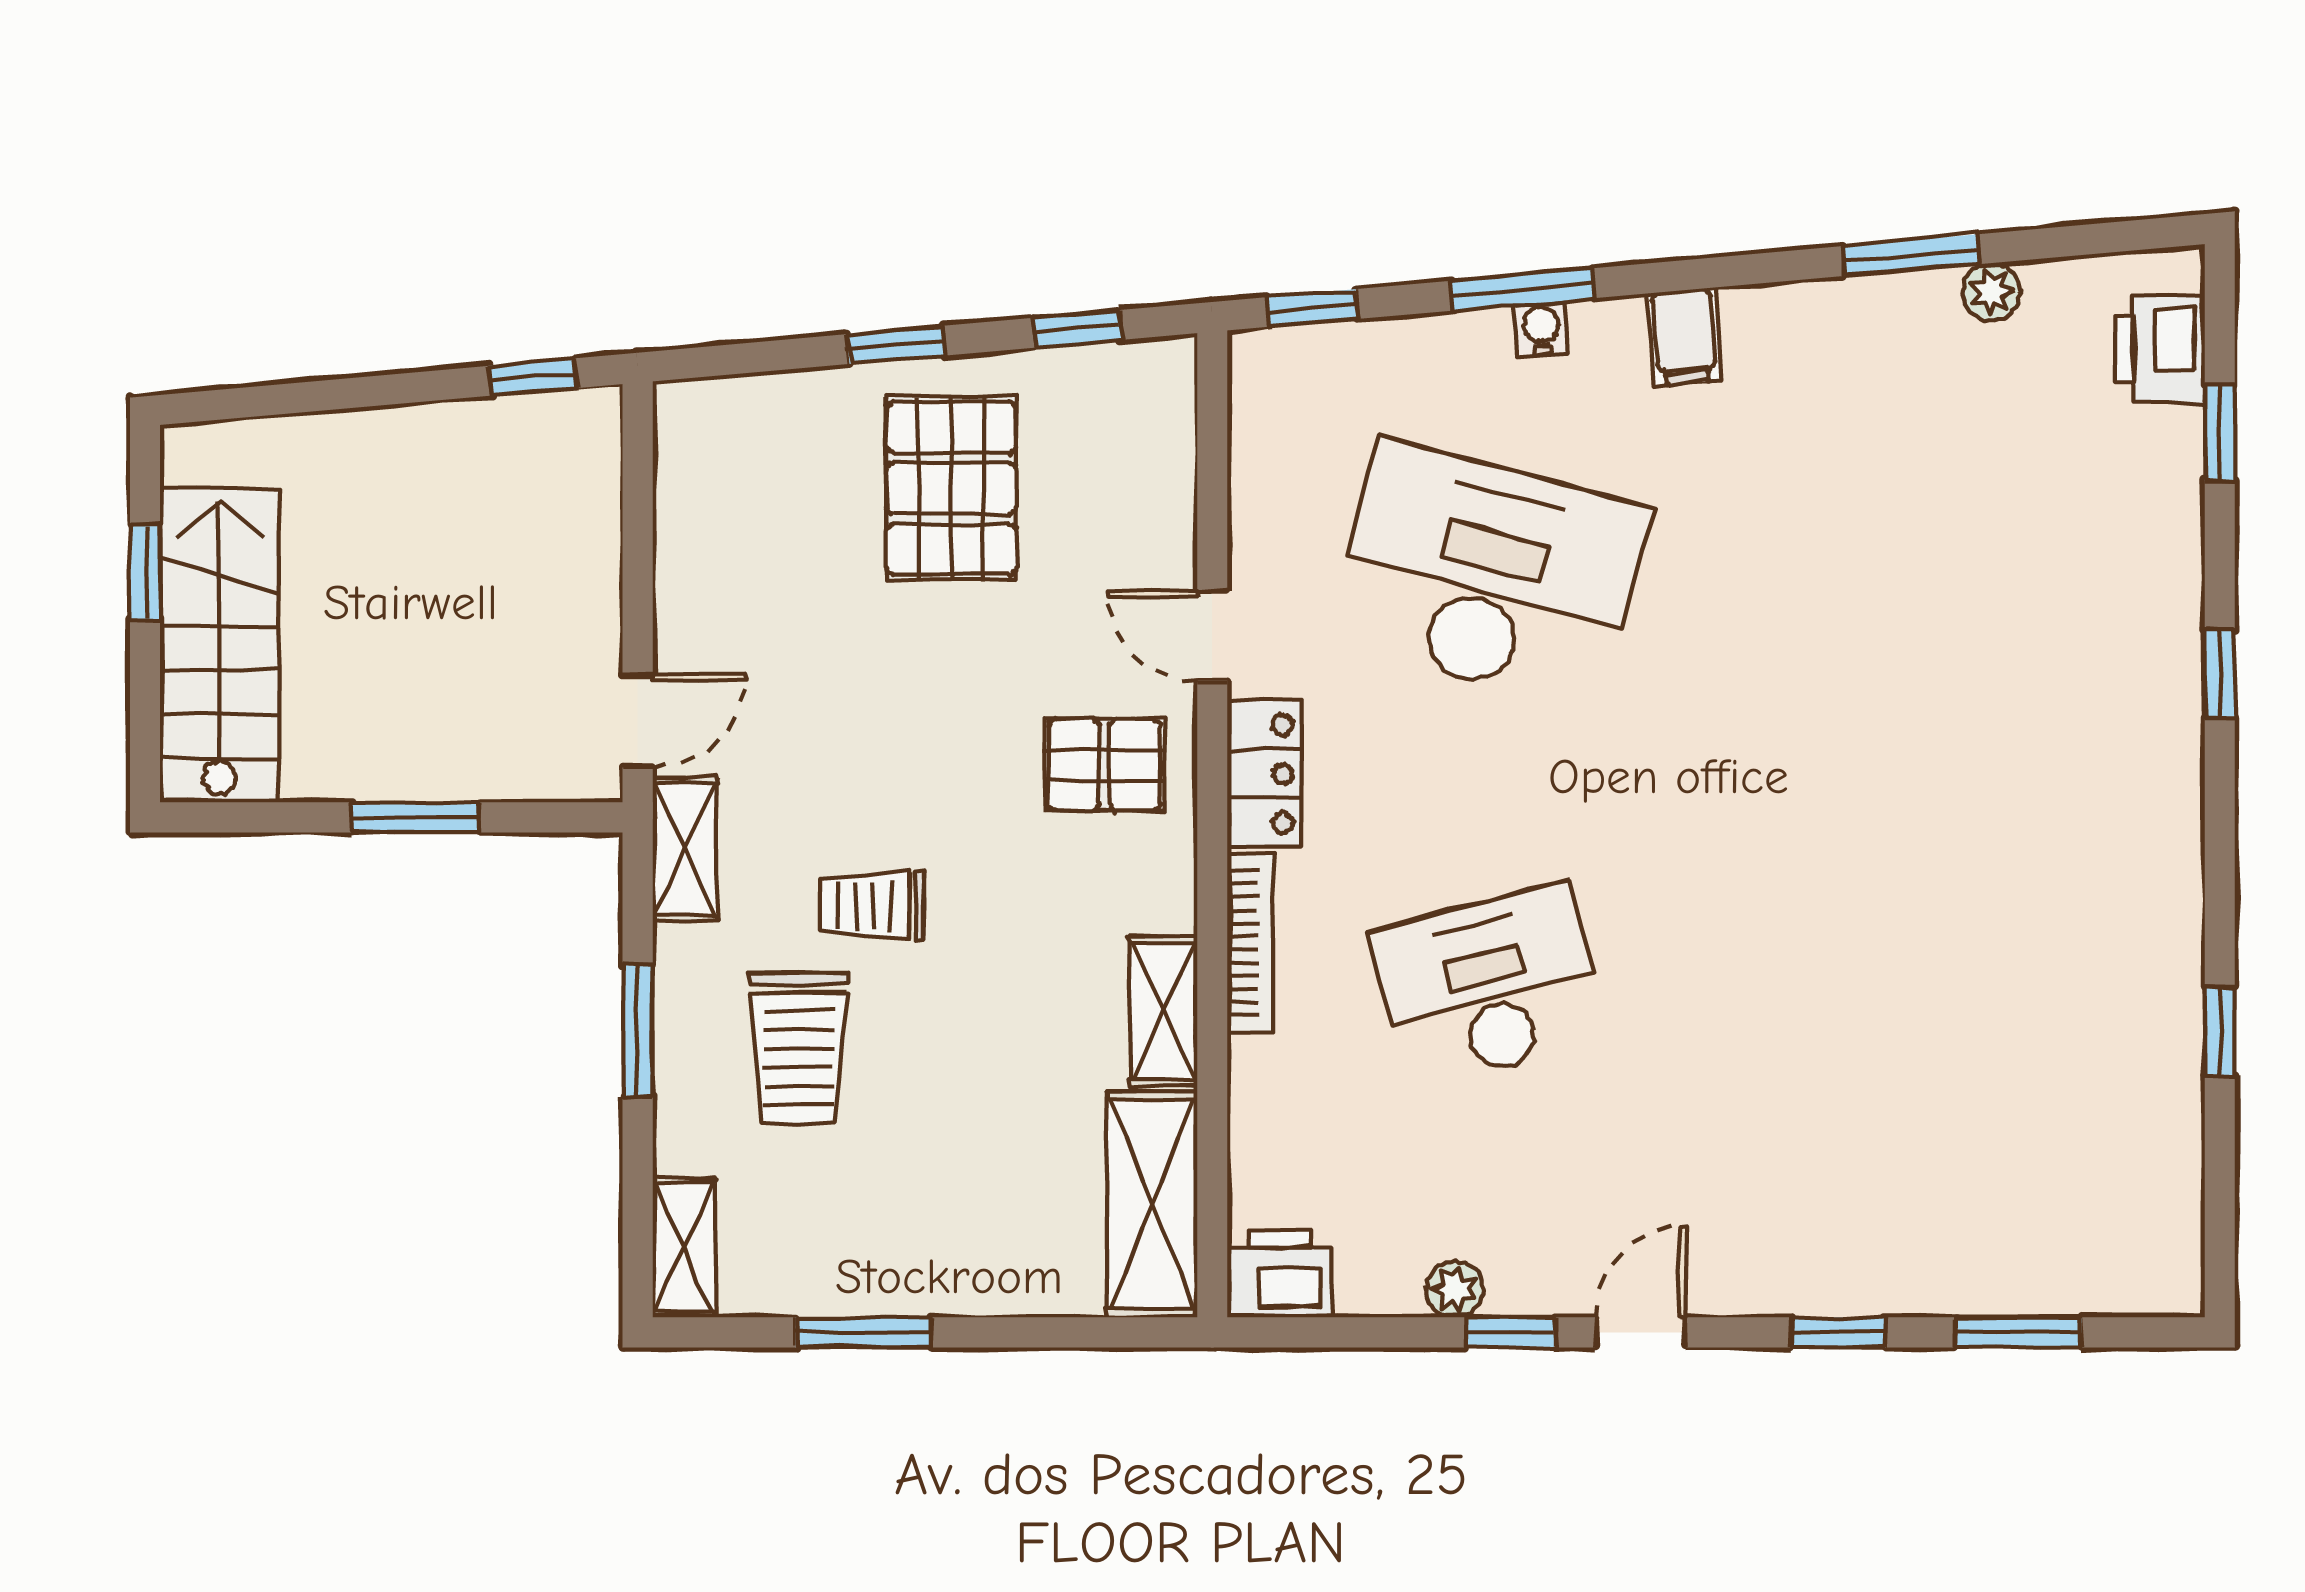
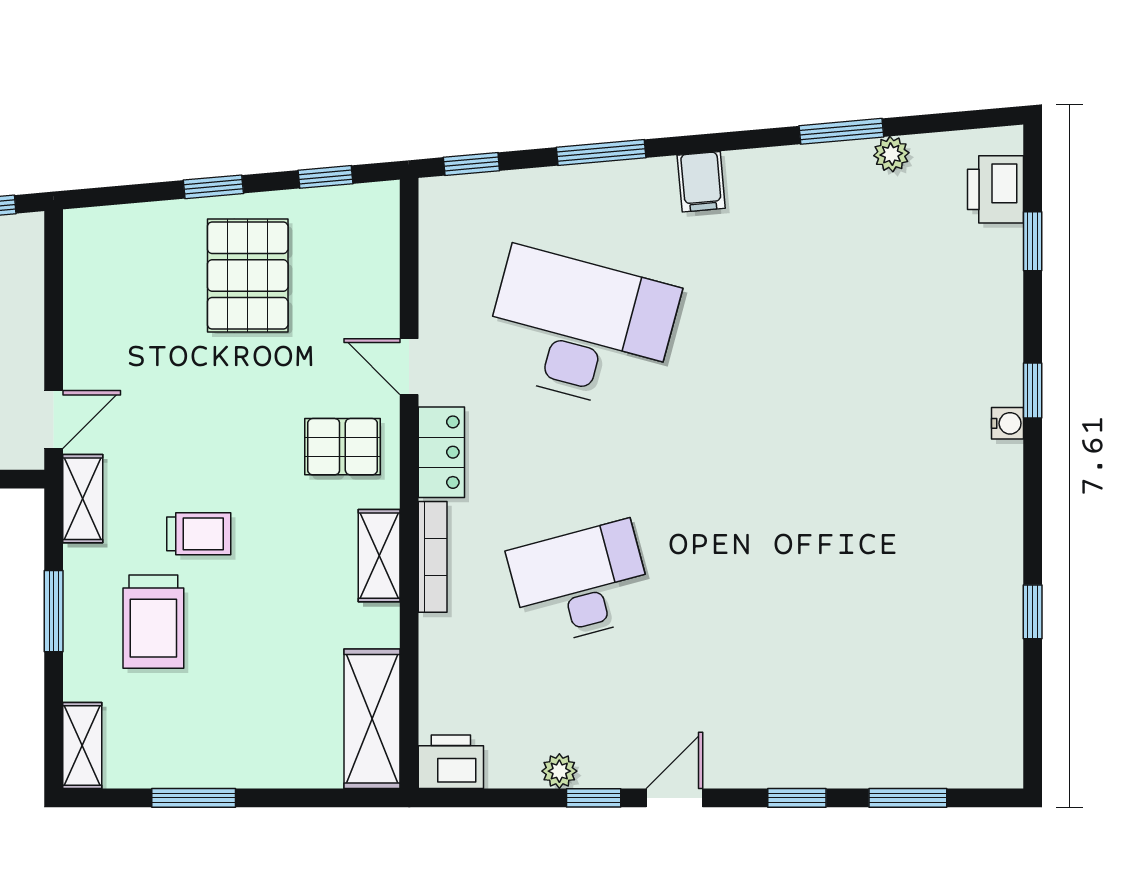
water cooler: (1541, 329) -> (1007, 423), moved, turned 95
trolley: (872, 906) -> (199, 534), turned 180
shelving: (1164, 1011) -> (379, 556), moved

